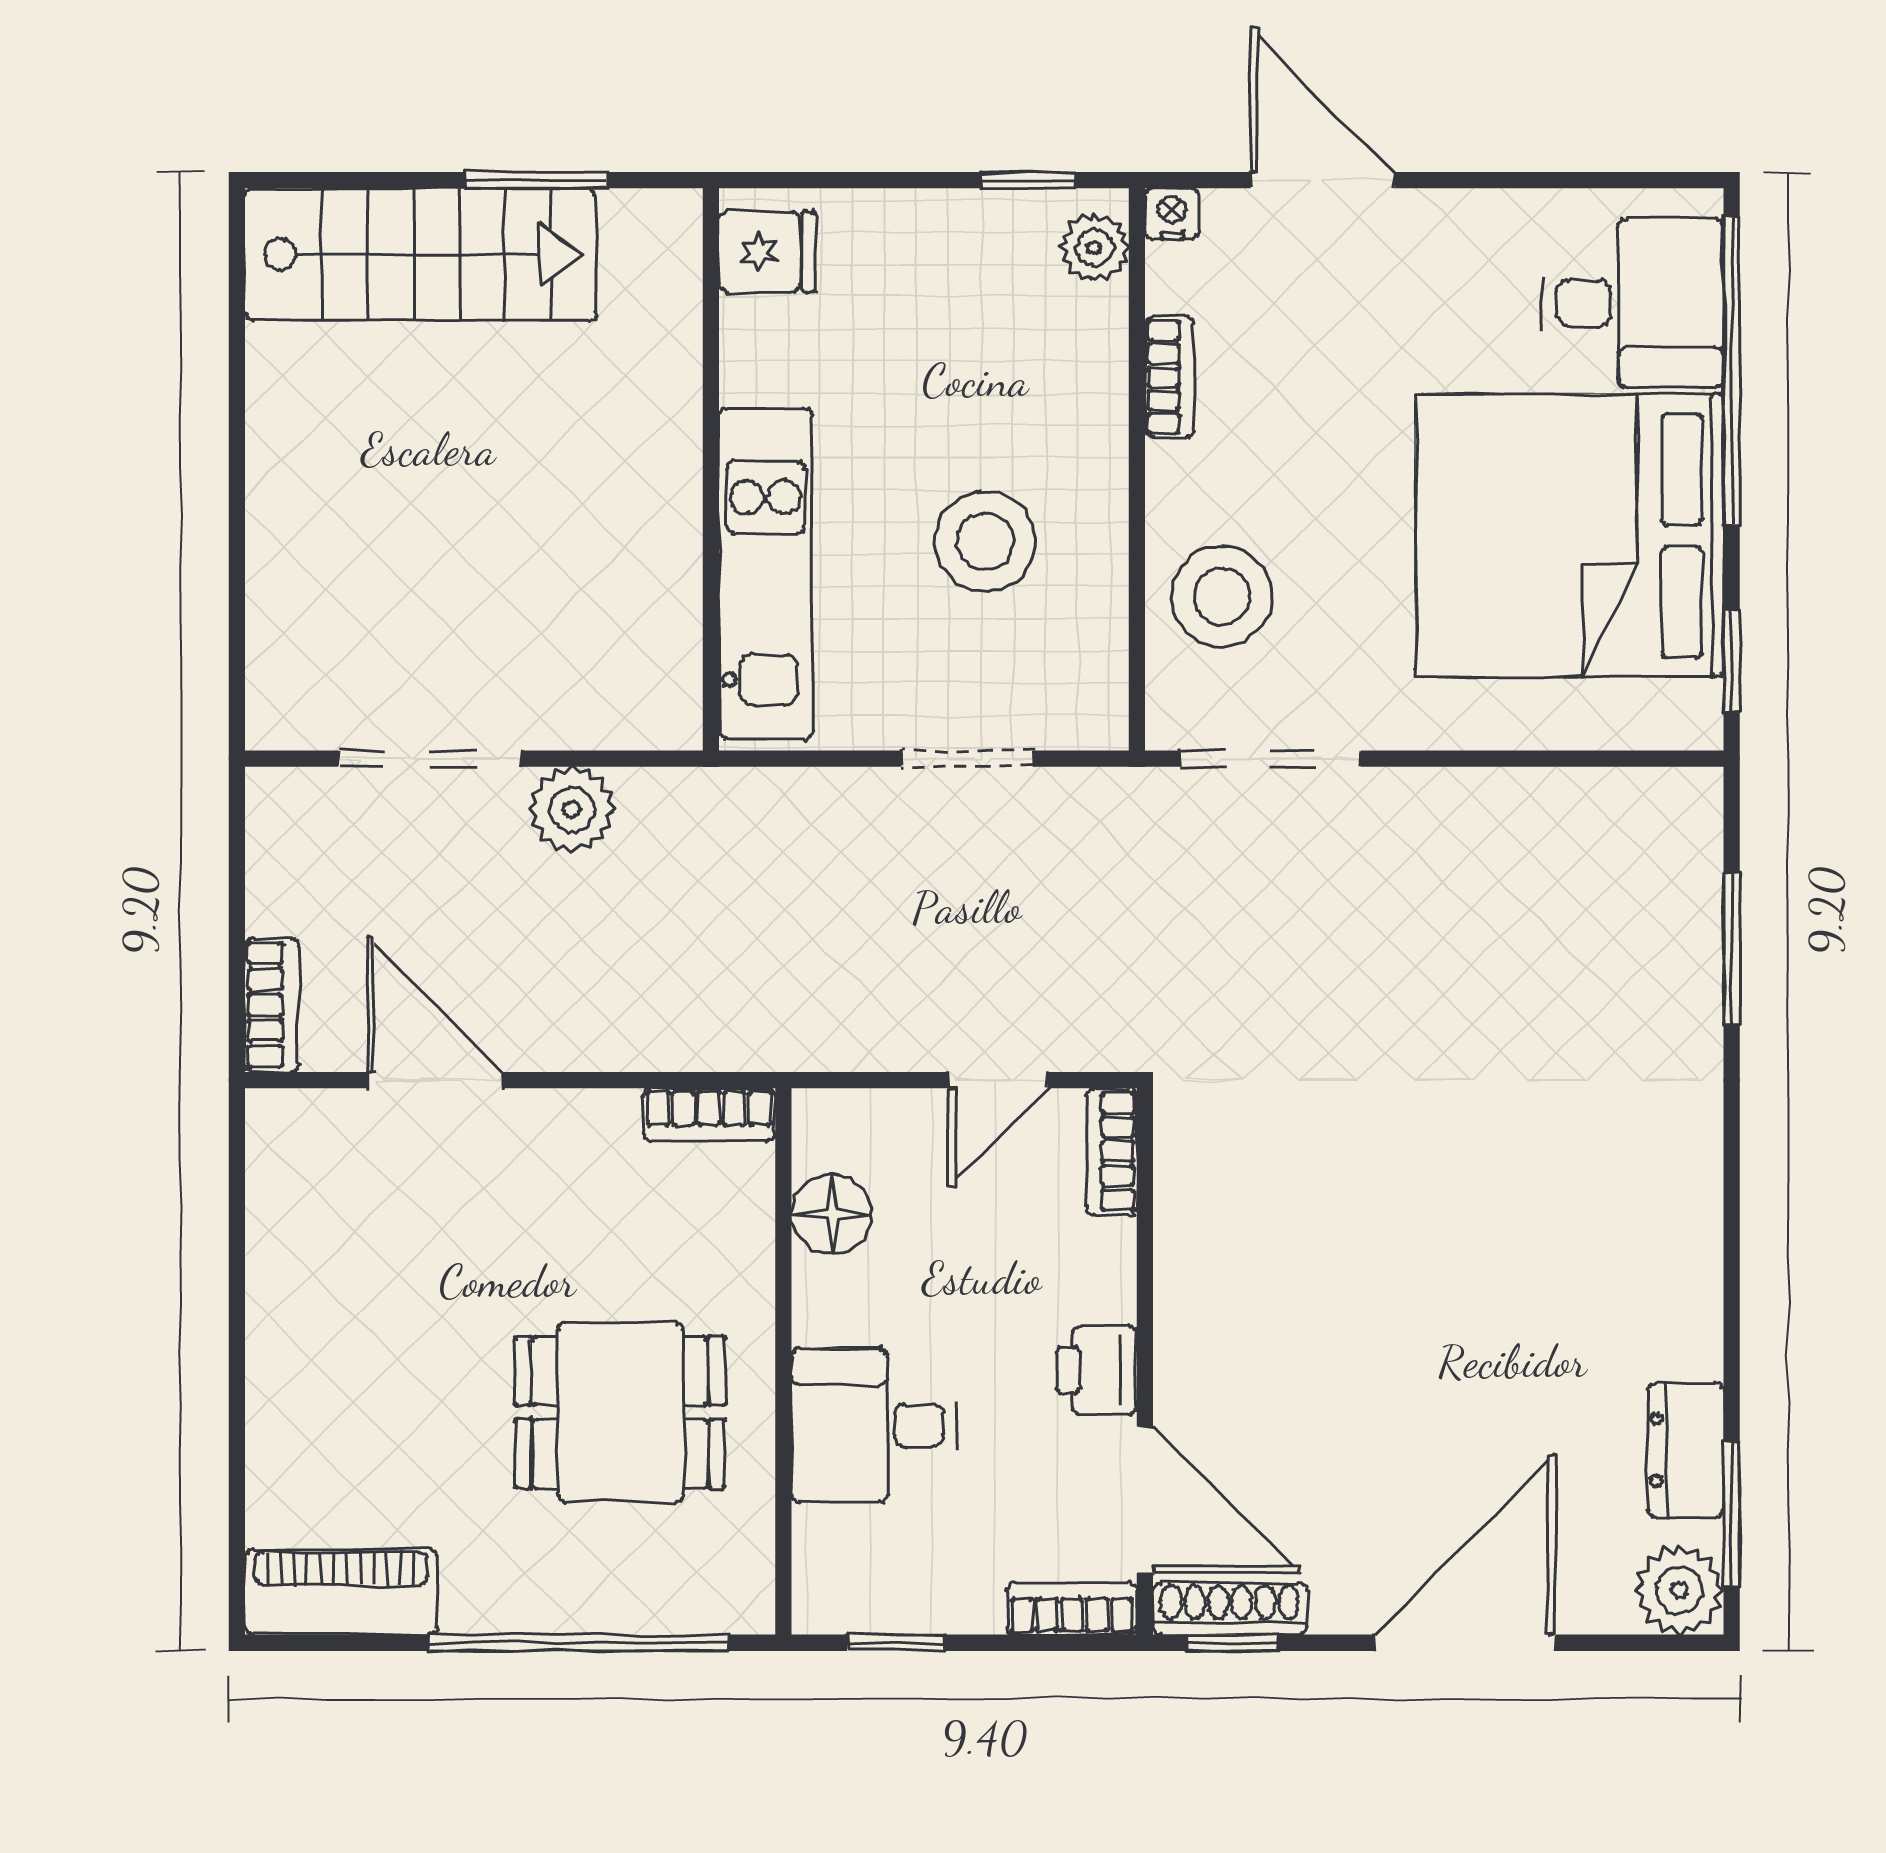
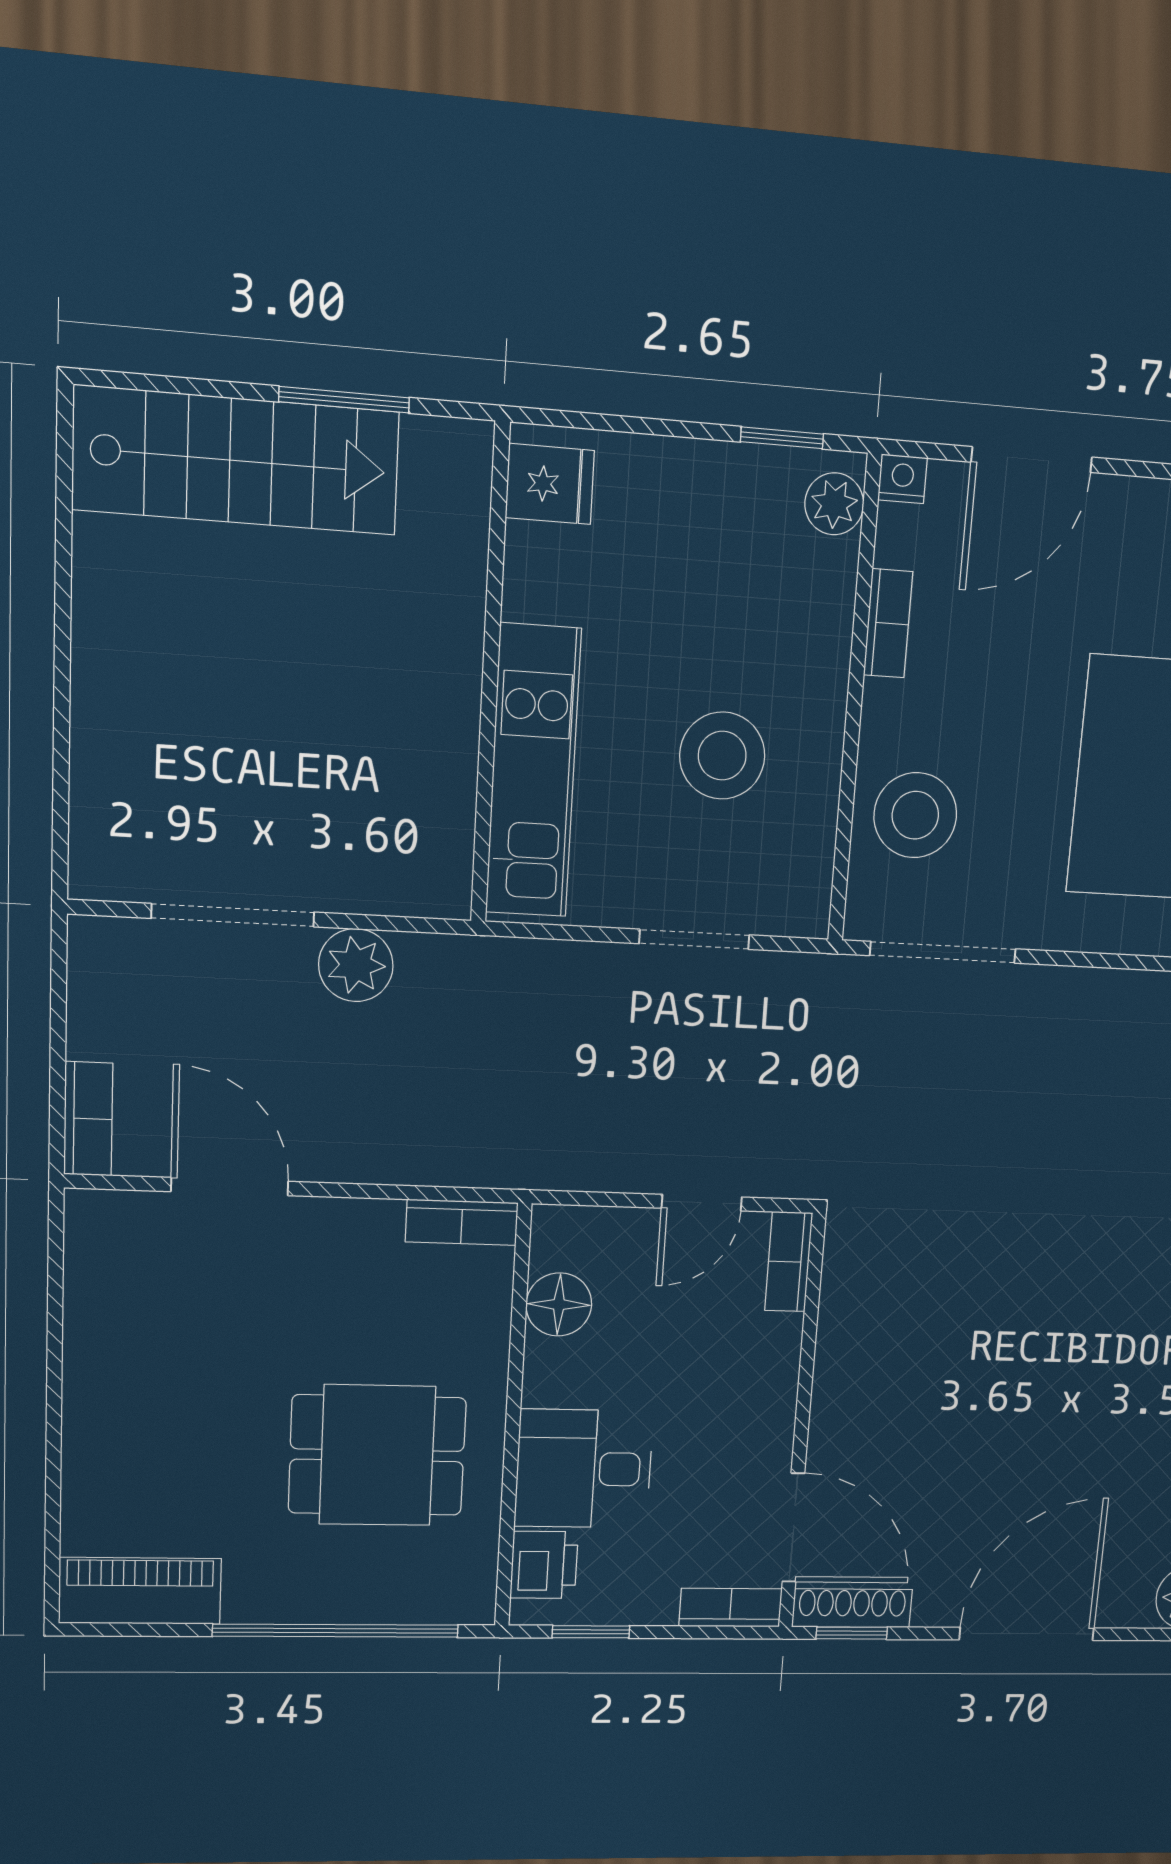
door: (1323, 180) -> (1032, 460), swing flipped
printer: (1096, 1370) -> (544, 1565), moved, turned 180

